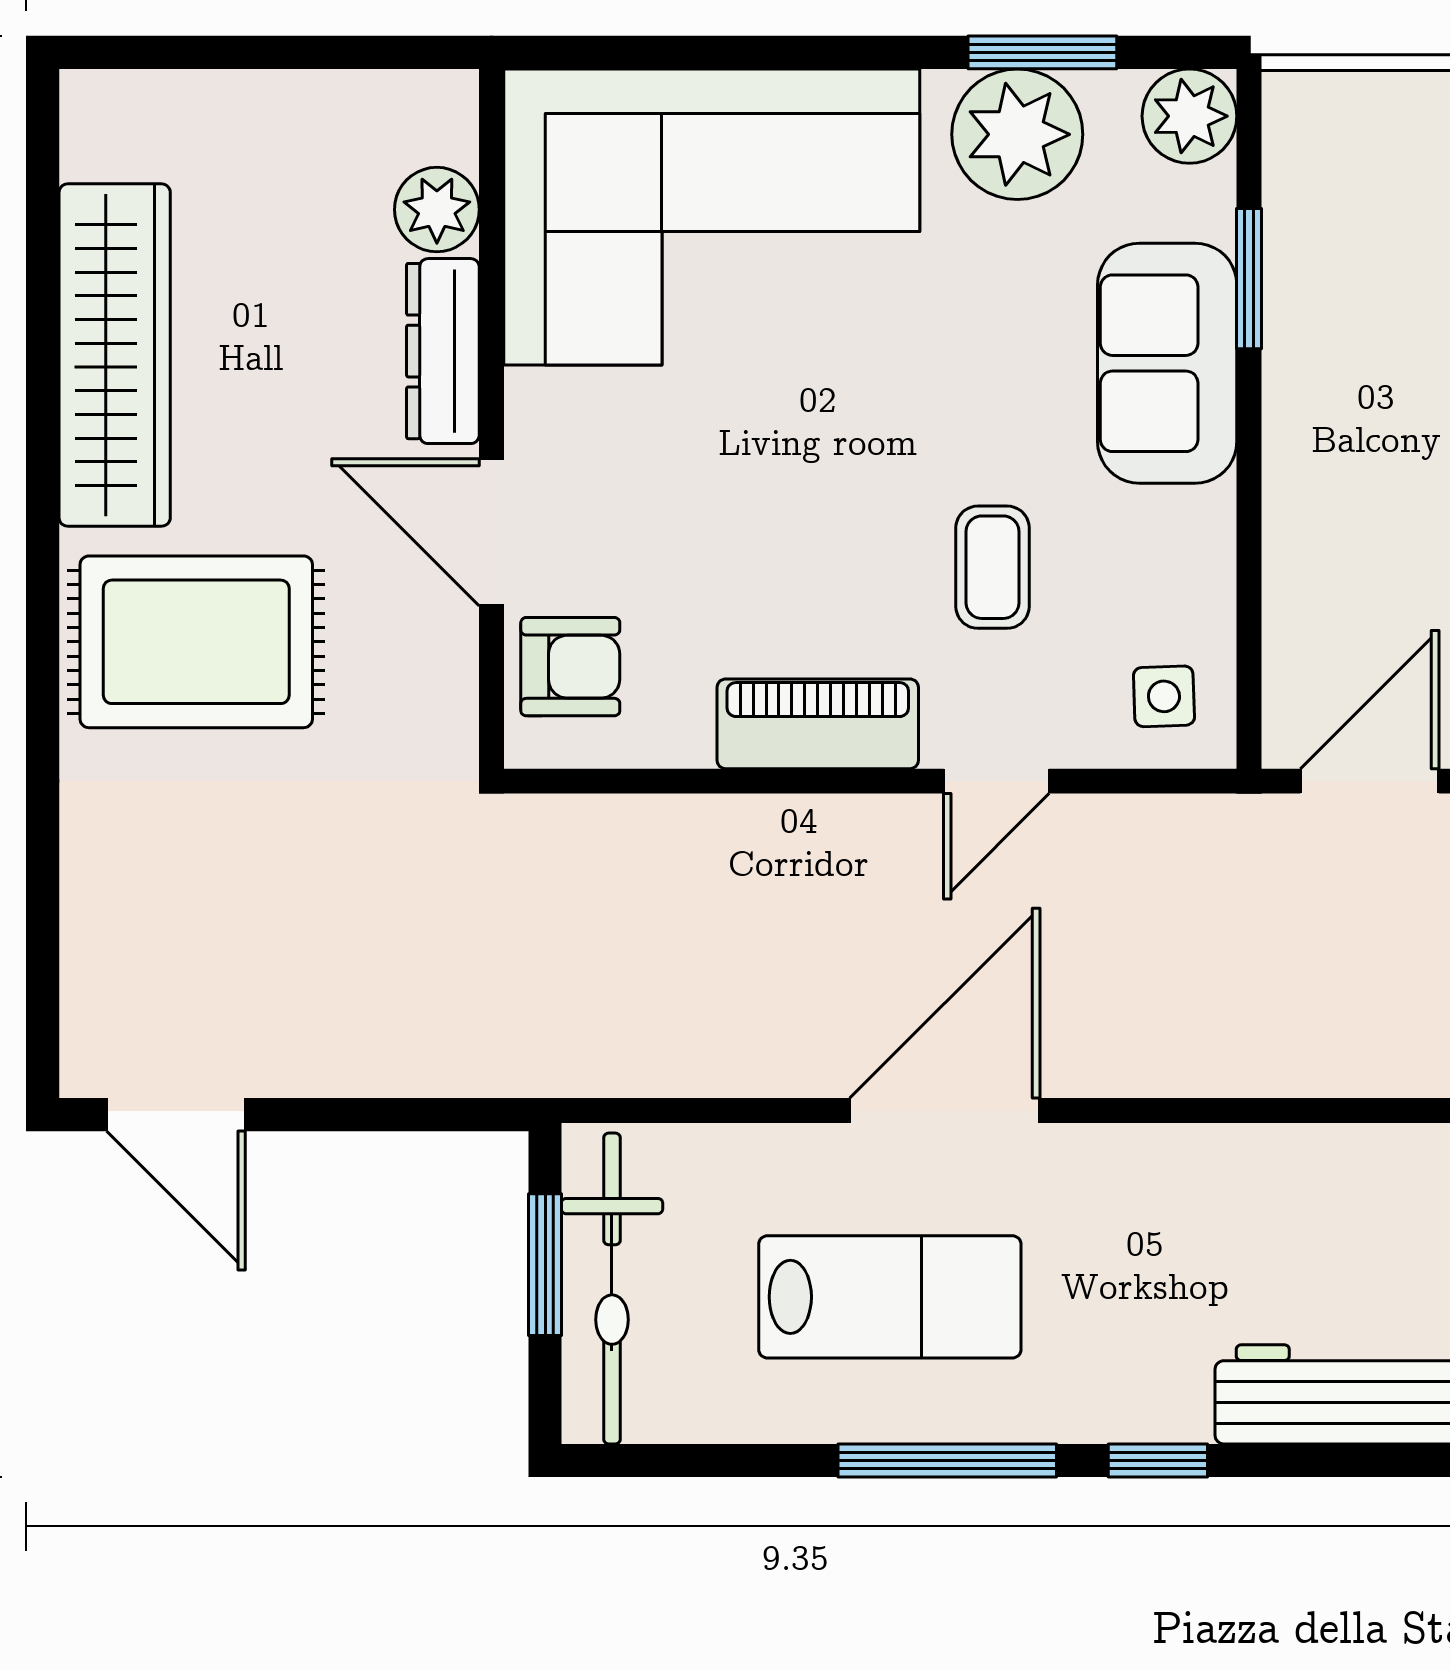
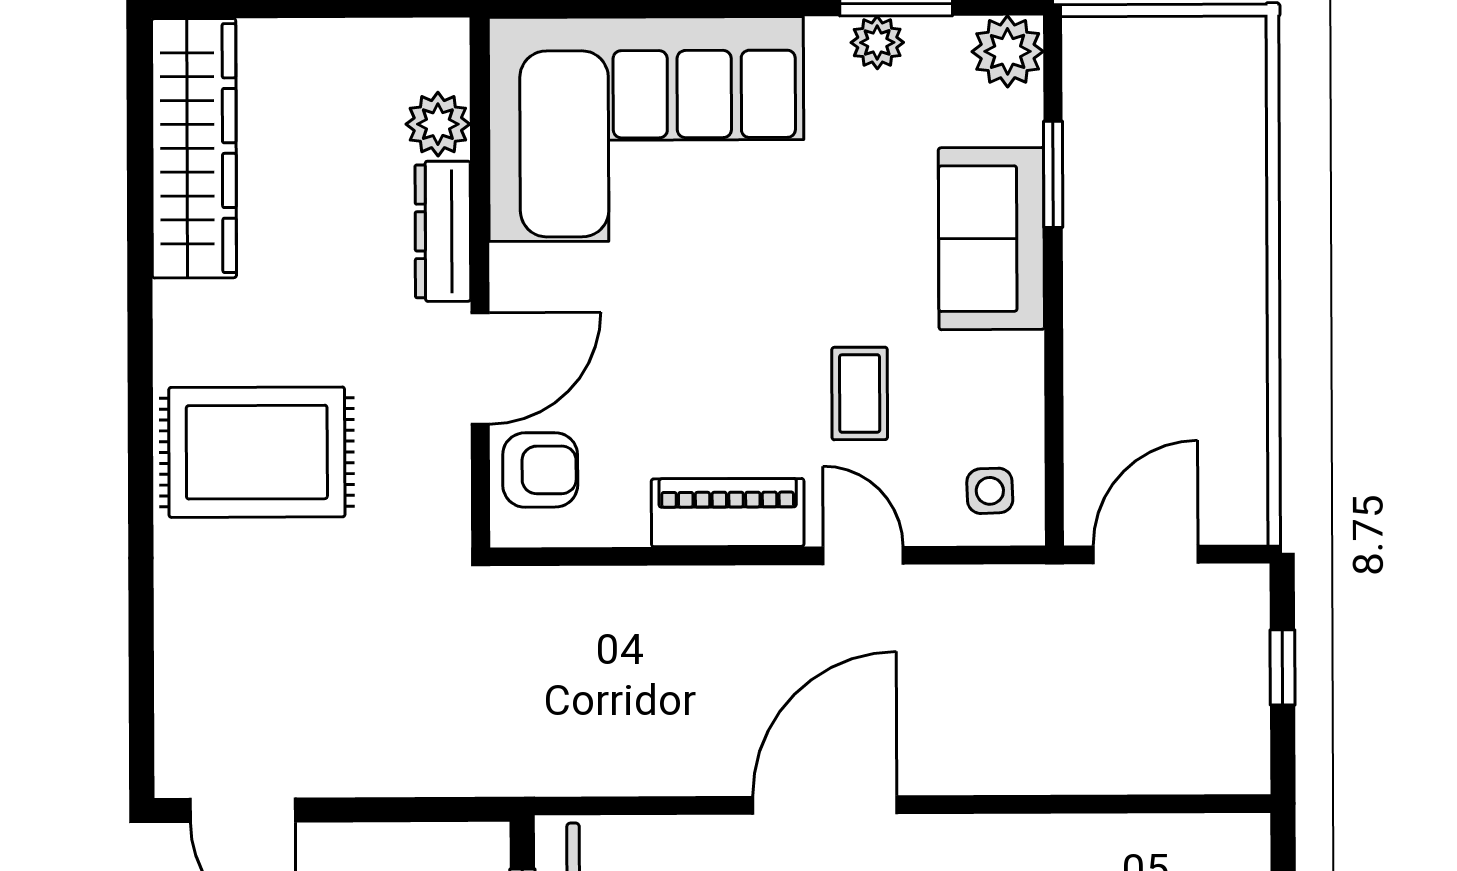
plant: (1017, 134) -> (877, 42), width x0.53, depth x0.53
wardrobe: (115, 355) -> (194, 148), moved
door: (491, 532) -> (480, 368), swing flipped
door: (996, 781) -> (863, 556), swing flipped

